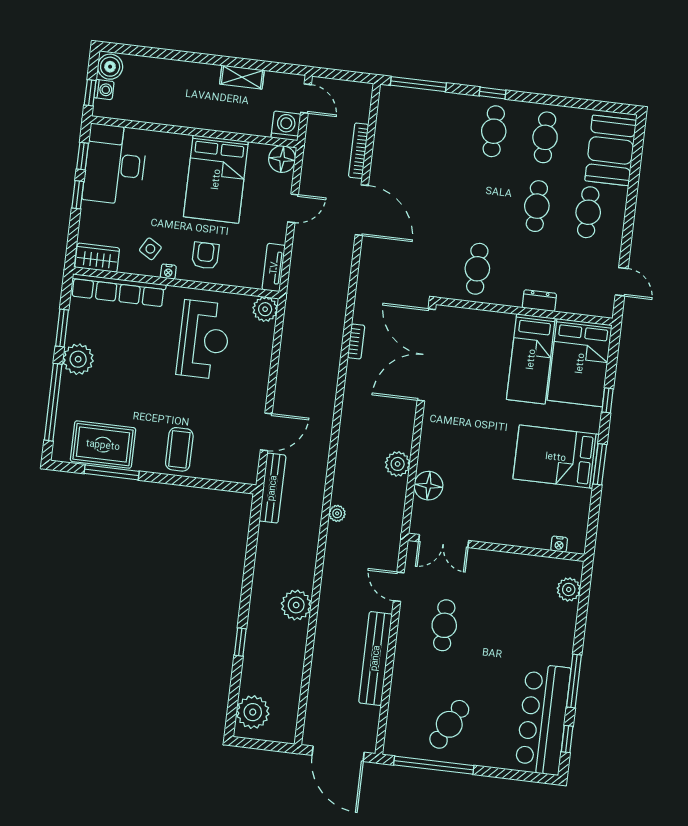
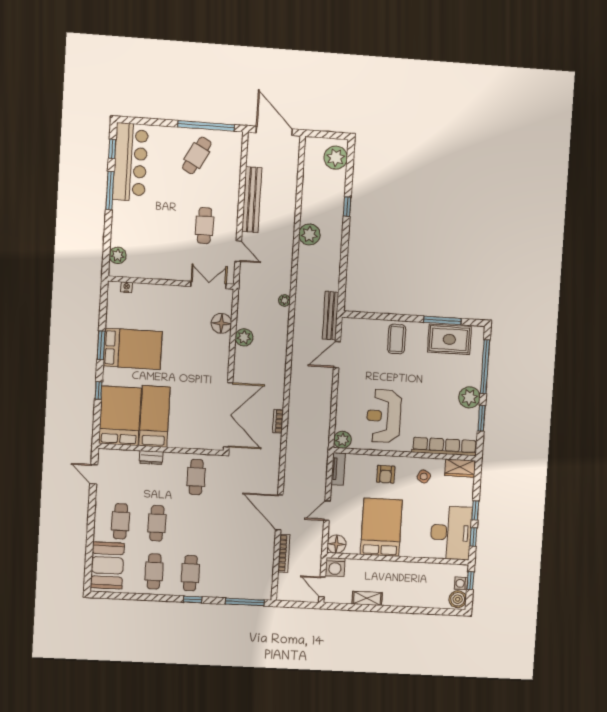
nightstand: (168, 272) -> (411, 462), removed

